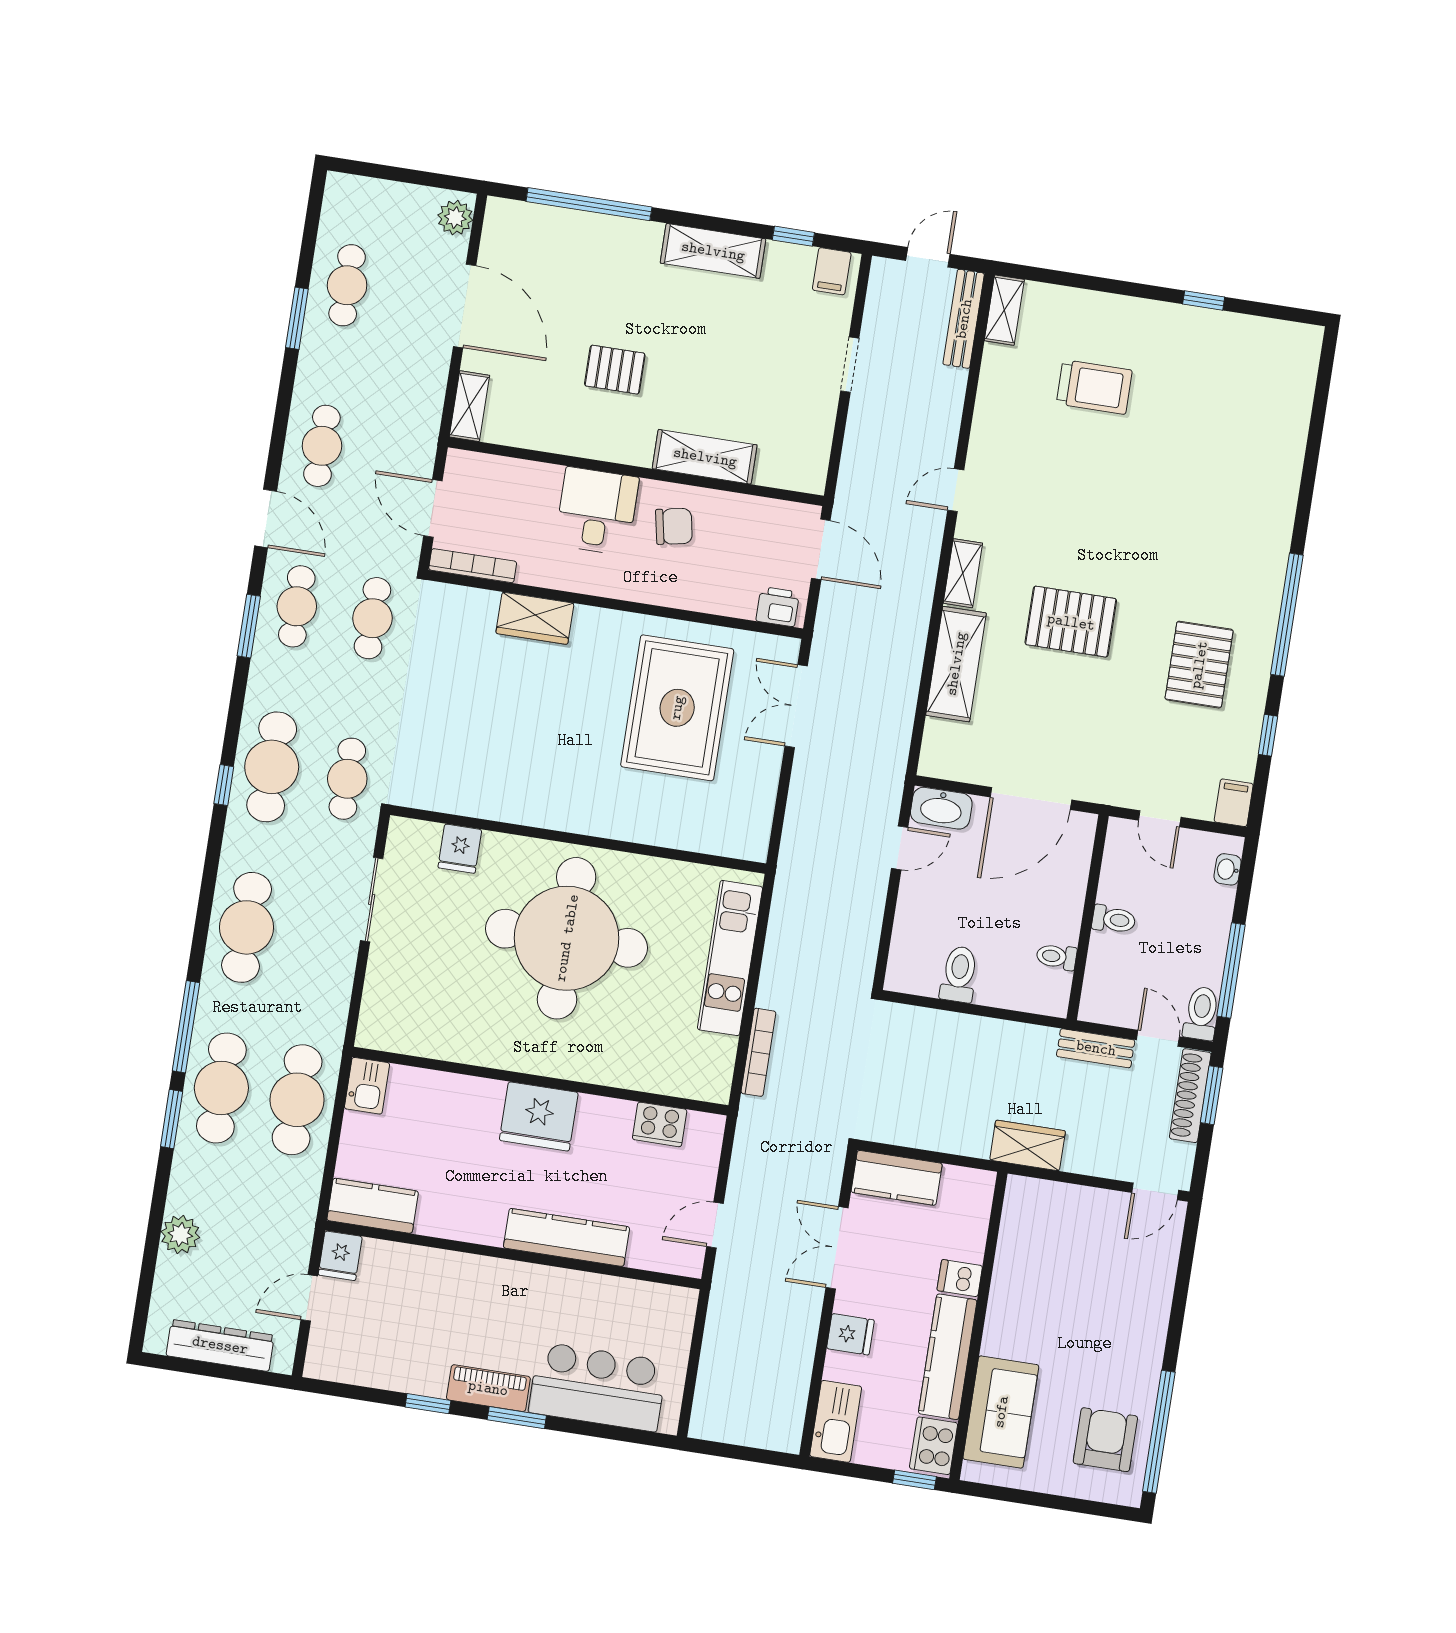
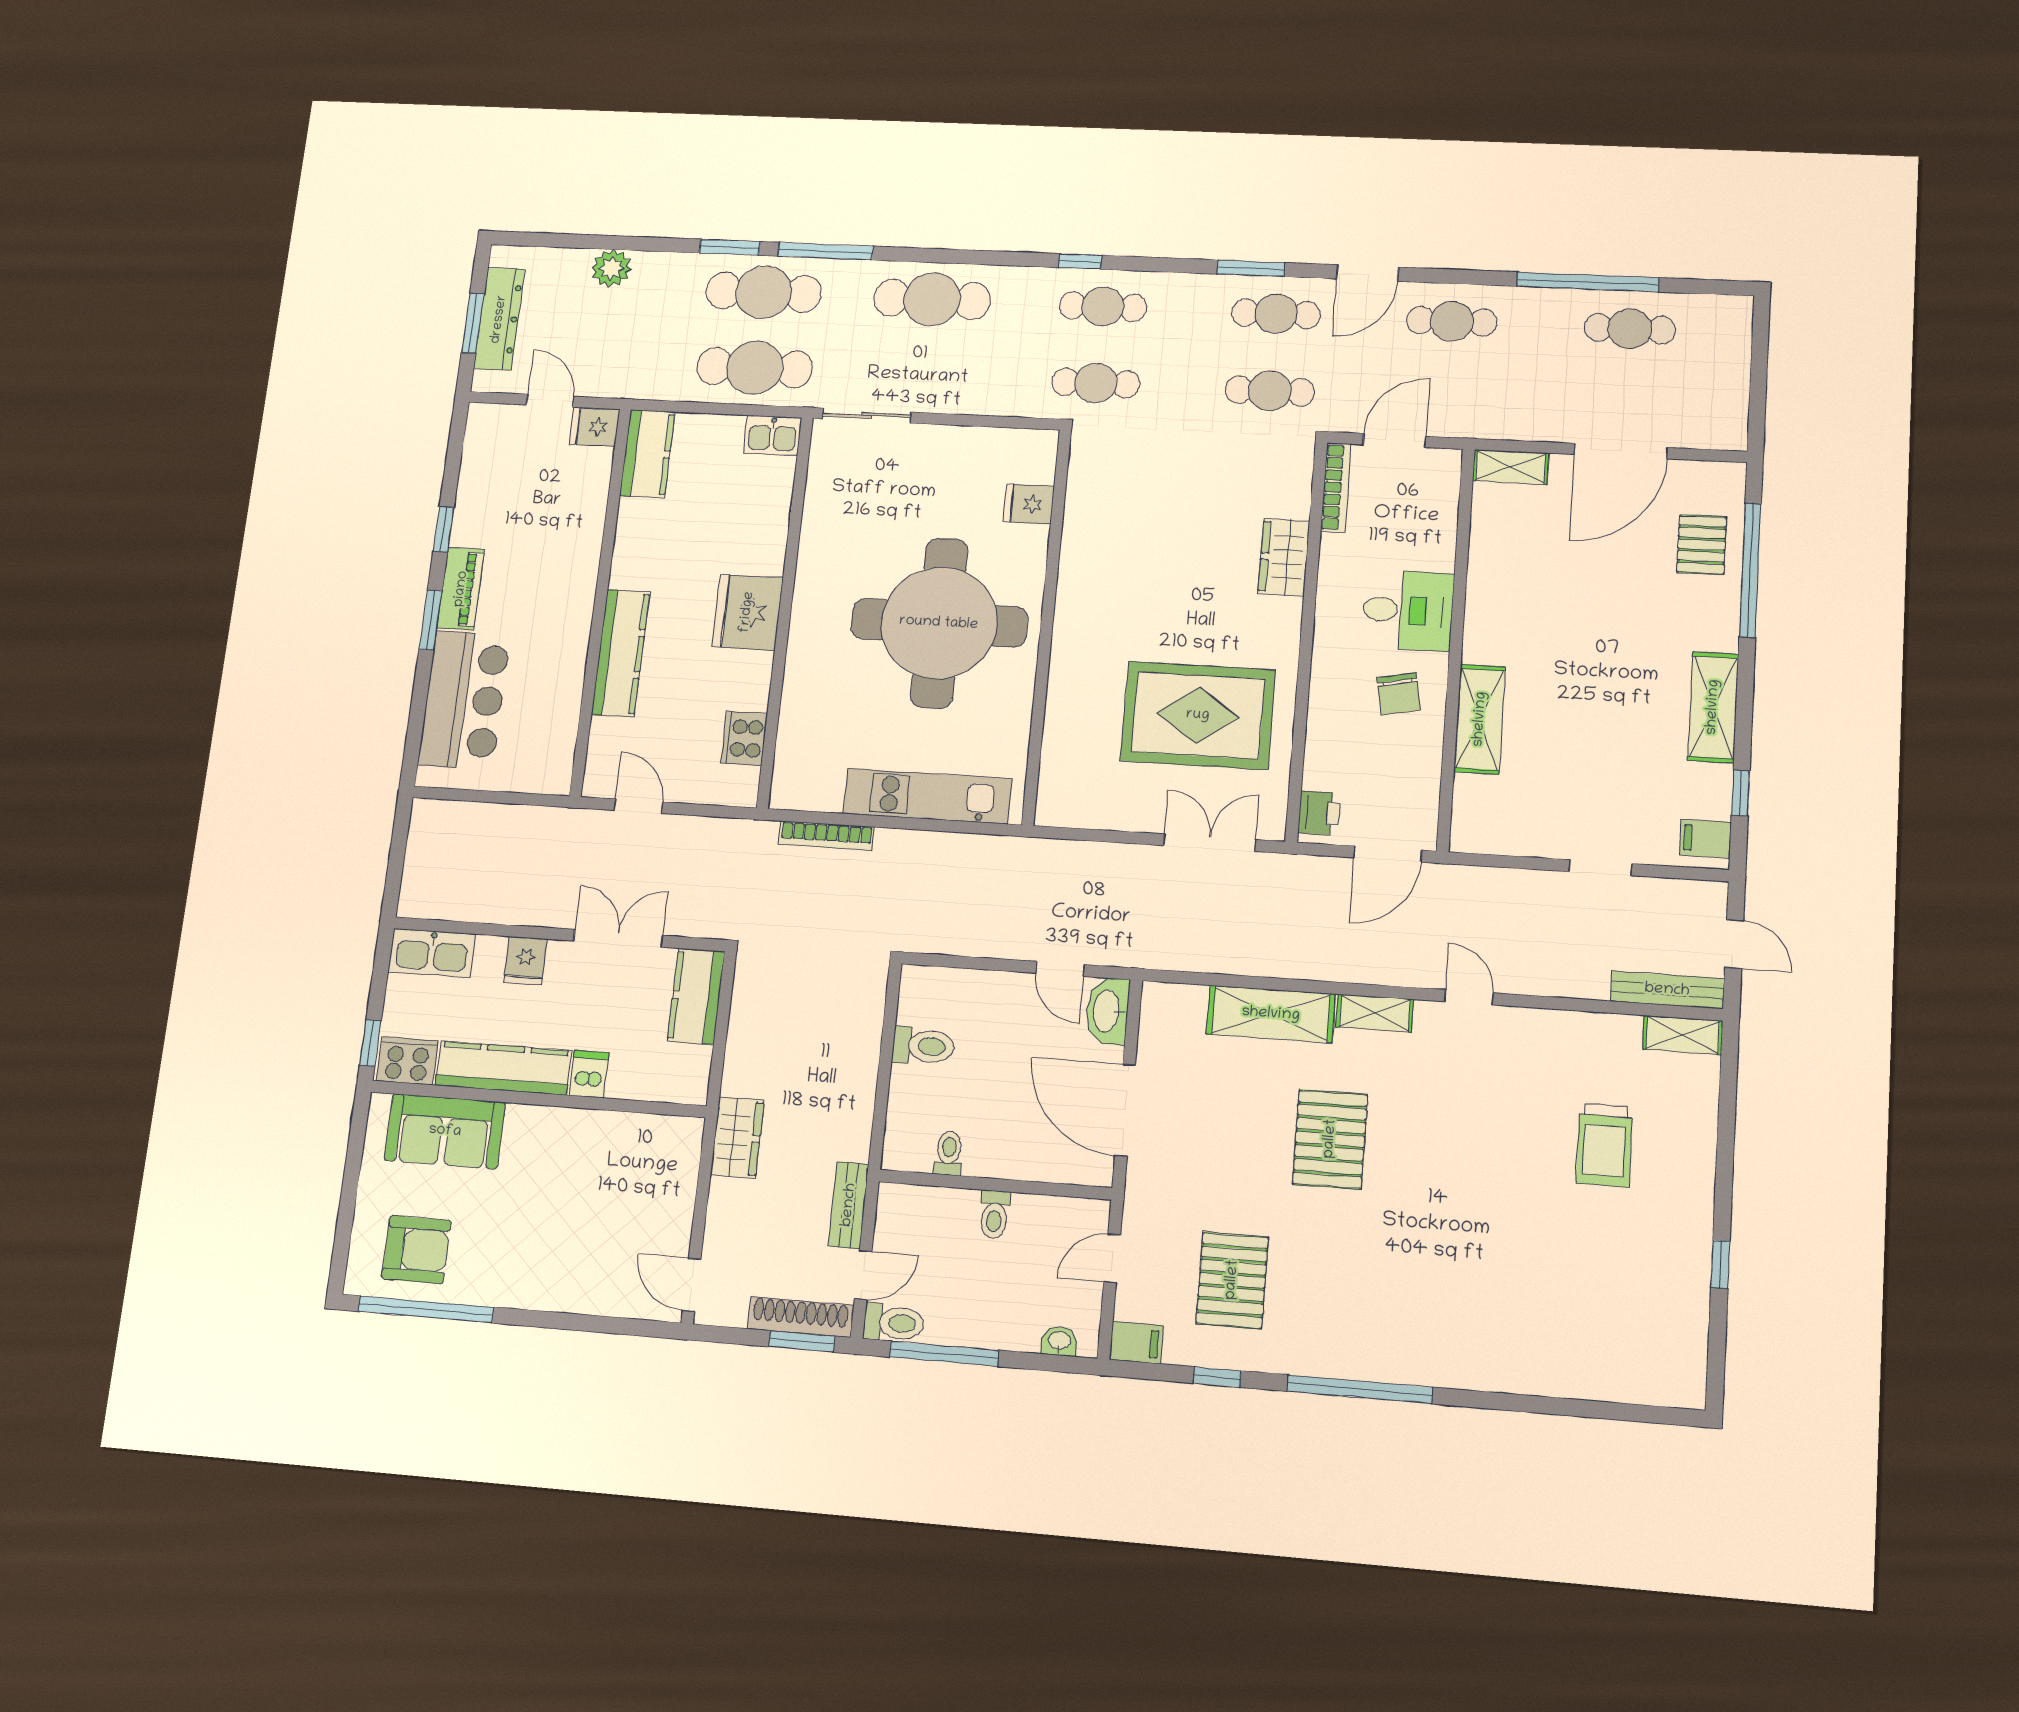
plant: (455, 218) -> (1718, 432), removed
window: (297, 318) -> (1588, 282), width x2.11
pallet: (615, 370) -> (1702, 545), moved
pallet: (1199, 665) -> (1232, 1280), moved, turned 90
cafe table: (272, 767) -> (1103, 307), width x0.73, depth x0.74
sliding door: (372, 900) -> (867, 416), moved
window: (222, 1371) -> (473, 323), added

